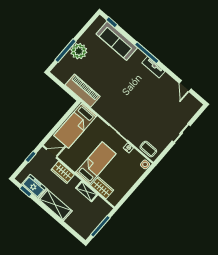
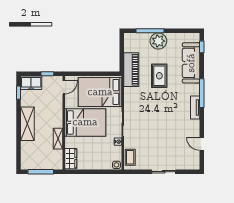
rug: (106, 73) -> (159, 76), added
door: (185, 86) -> (202, 144), hinge flipped
bed: (75, 126) -> (100, 92), width x1.50
door: (52, 153) -> (64, 87), hinge flipped
bed: (96, 163) -> (85, 122), width x1.50
wardrobe: (63, 172) -> (57, 108), removed
freezer: (34, 186) -> (31, 83), moved, turned 90
wardrobe: (102, 188) -> (71, 159), moved

